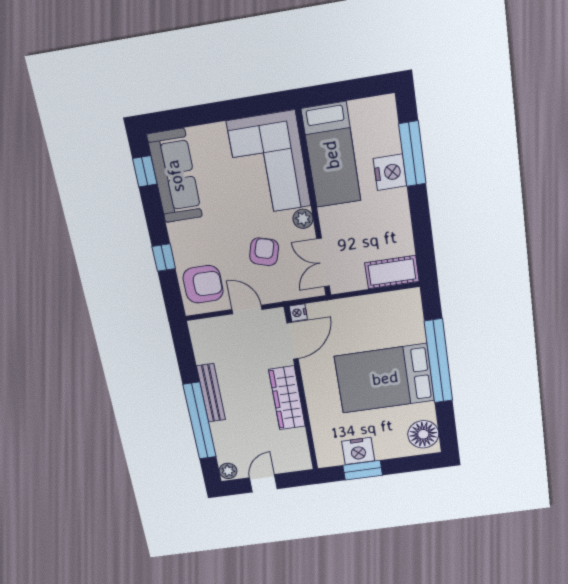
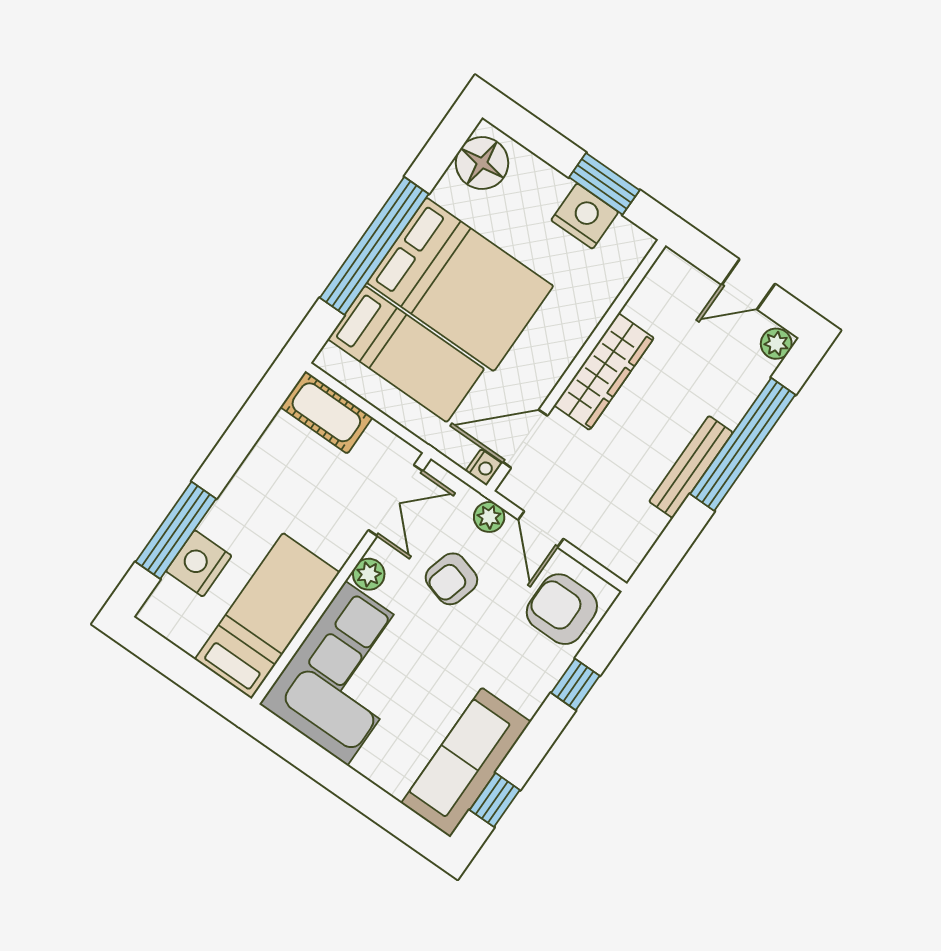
nightstand: (390, 172) -> (199, 563), moved
plant: (275, 294) -> (489, 517), added
bed: (380, 329) -> (406, 354), added

